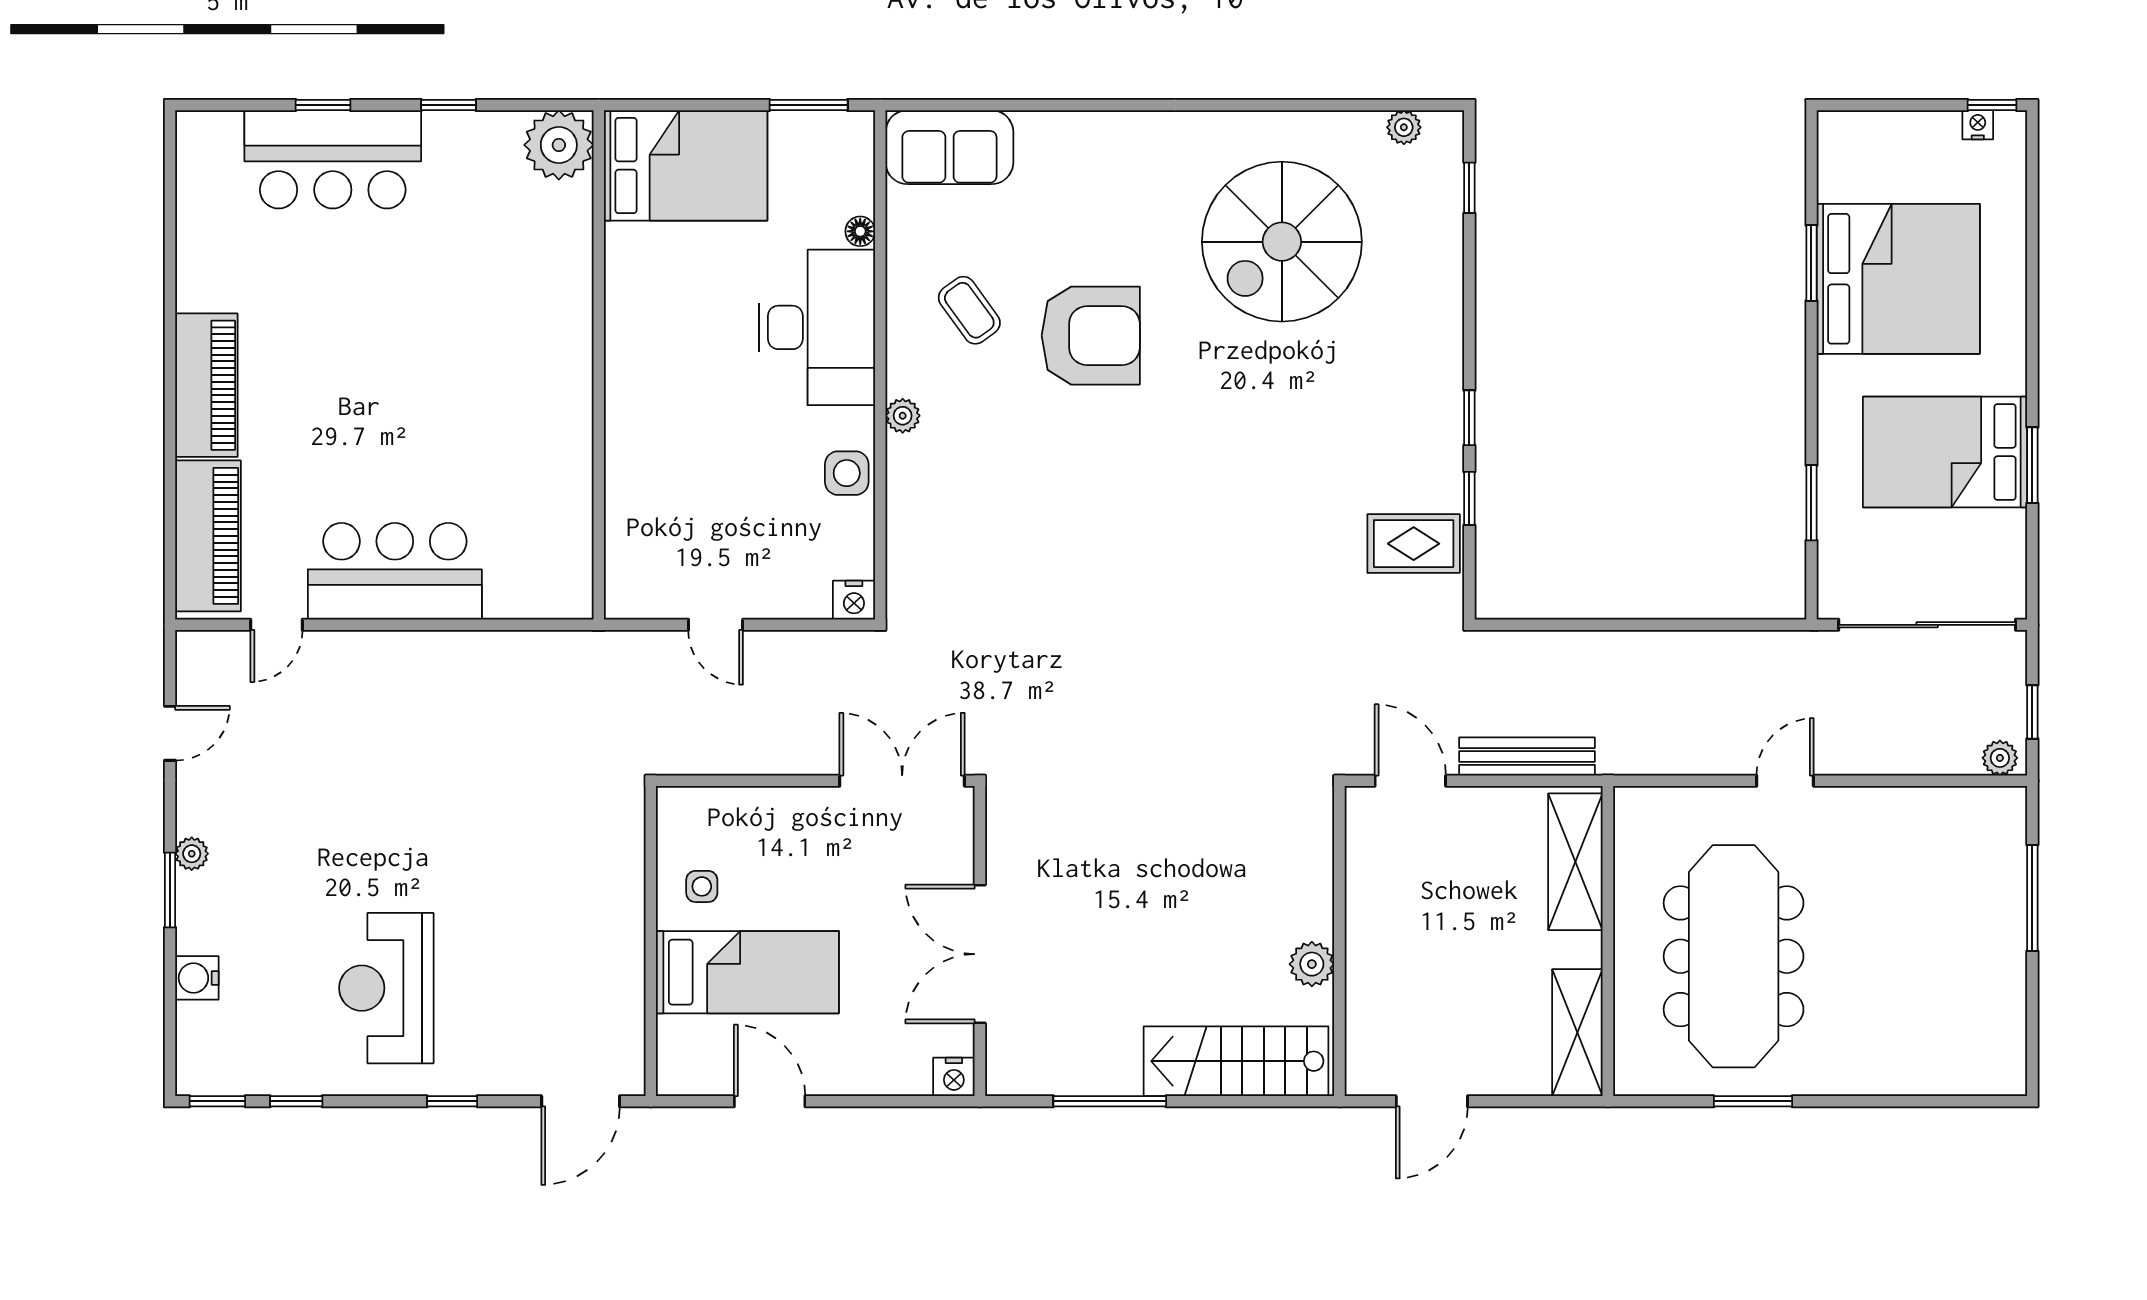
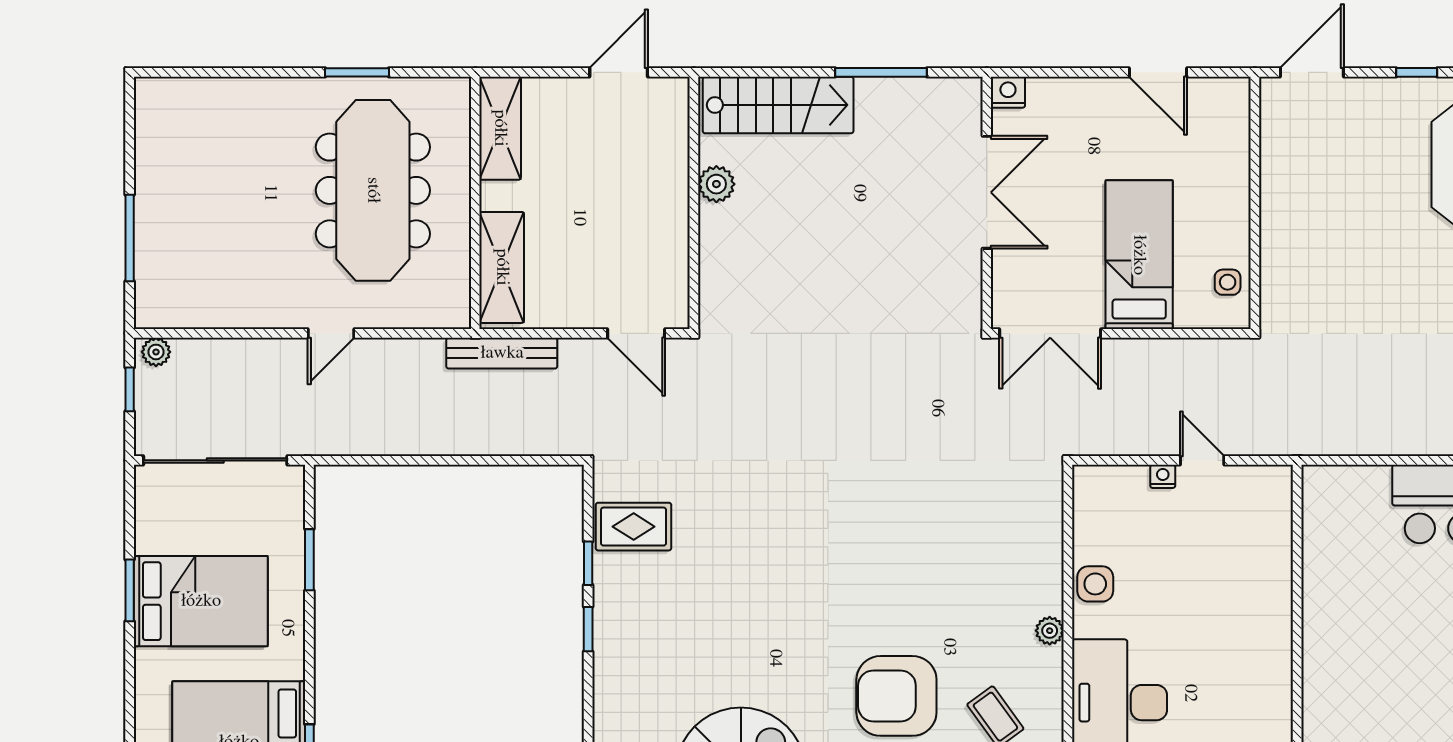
nightstand: (854, 600) -> (1163, 476), moved, width x0.72, depth x0.74
bench: (1527, 756) -> (502, 353), moved
side table: (702, 886) -> (1228, 282), moved
bed: (747, 972) -> (1139, 255), moved, turned 90

